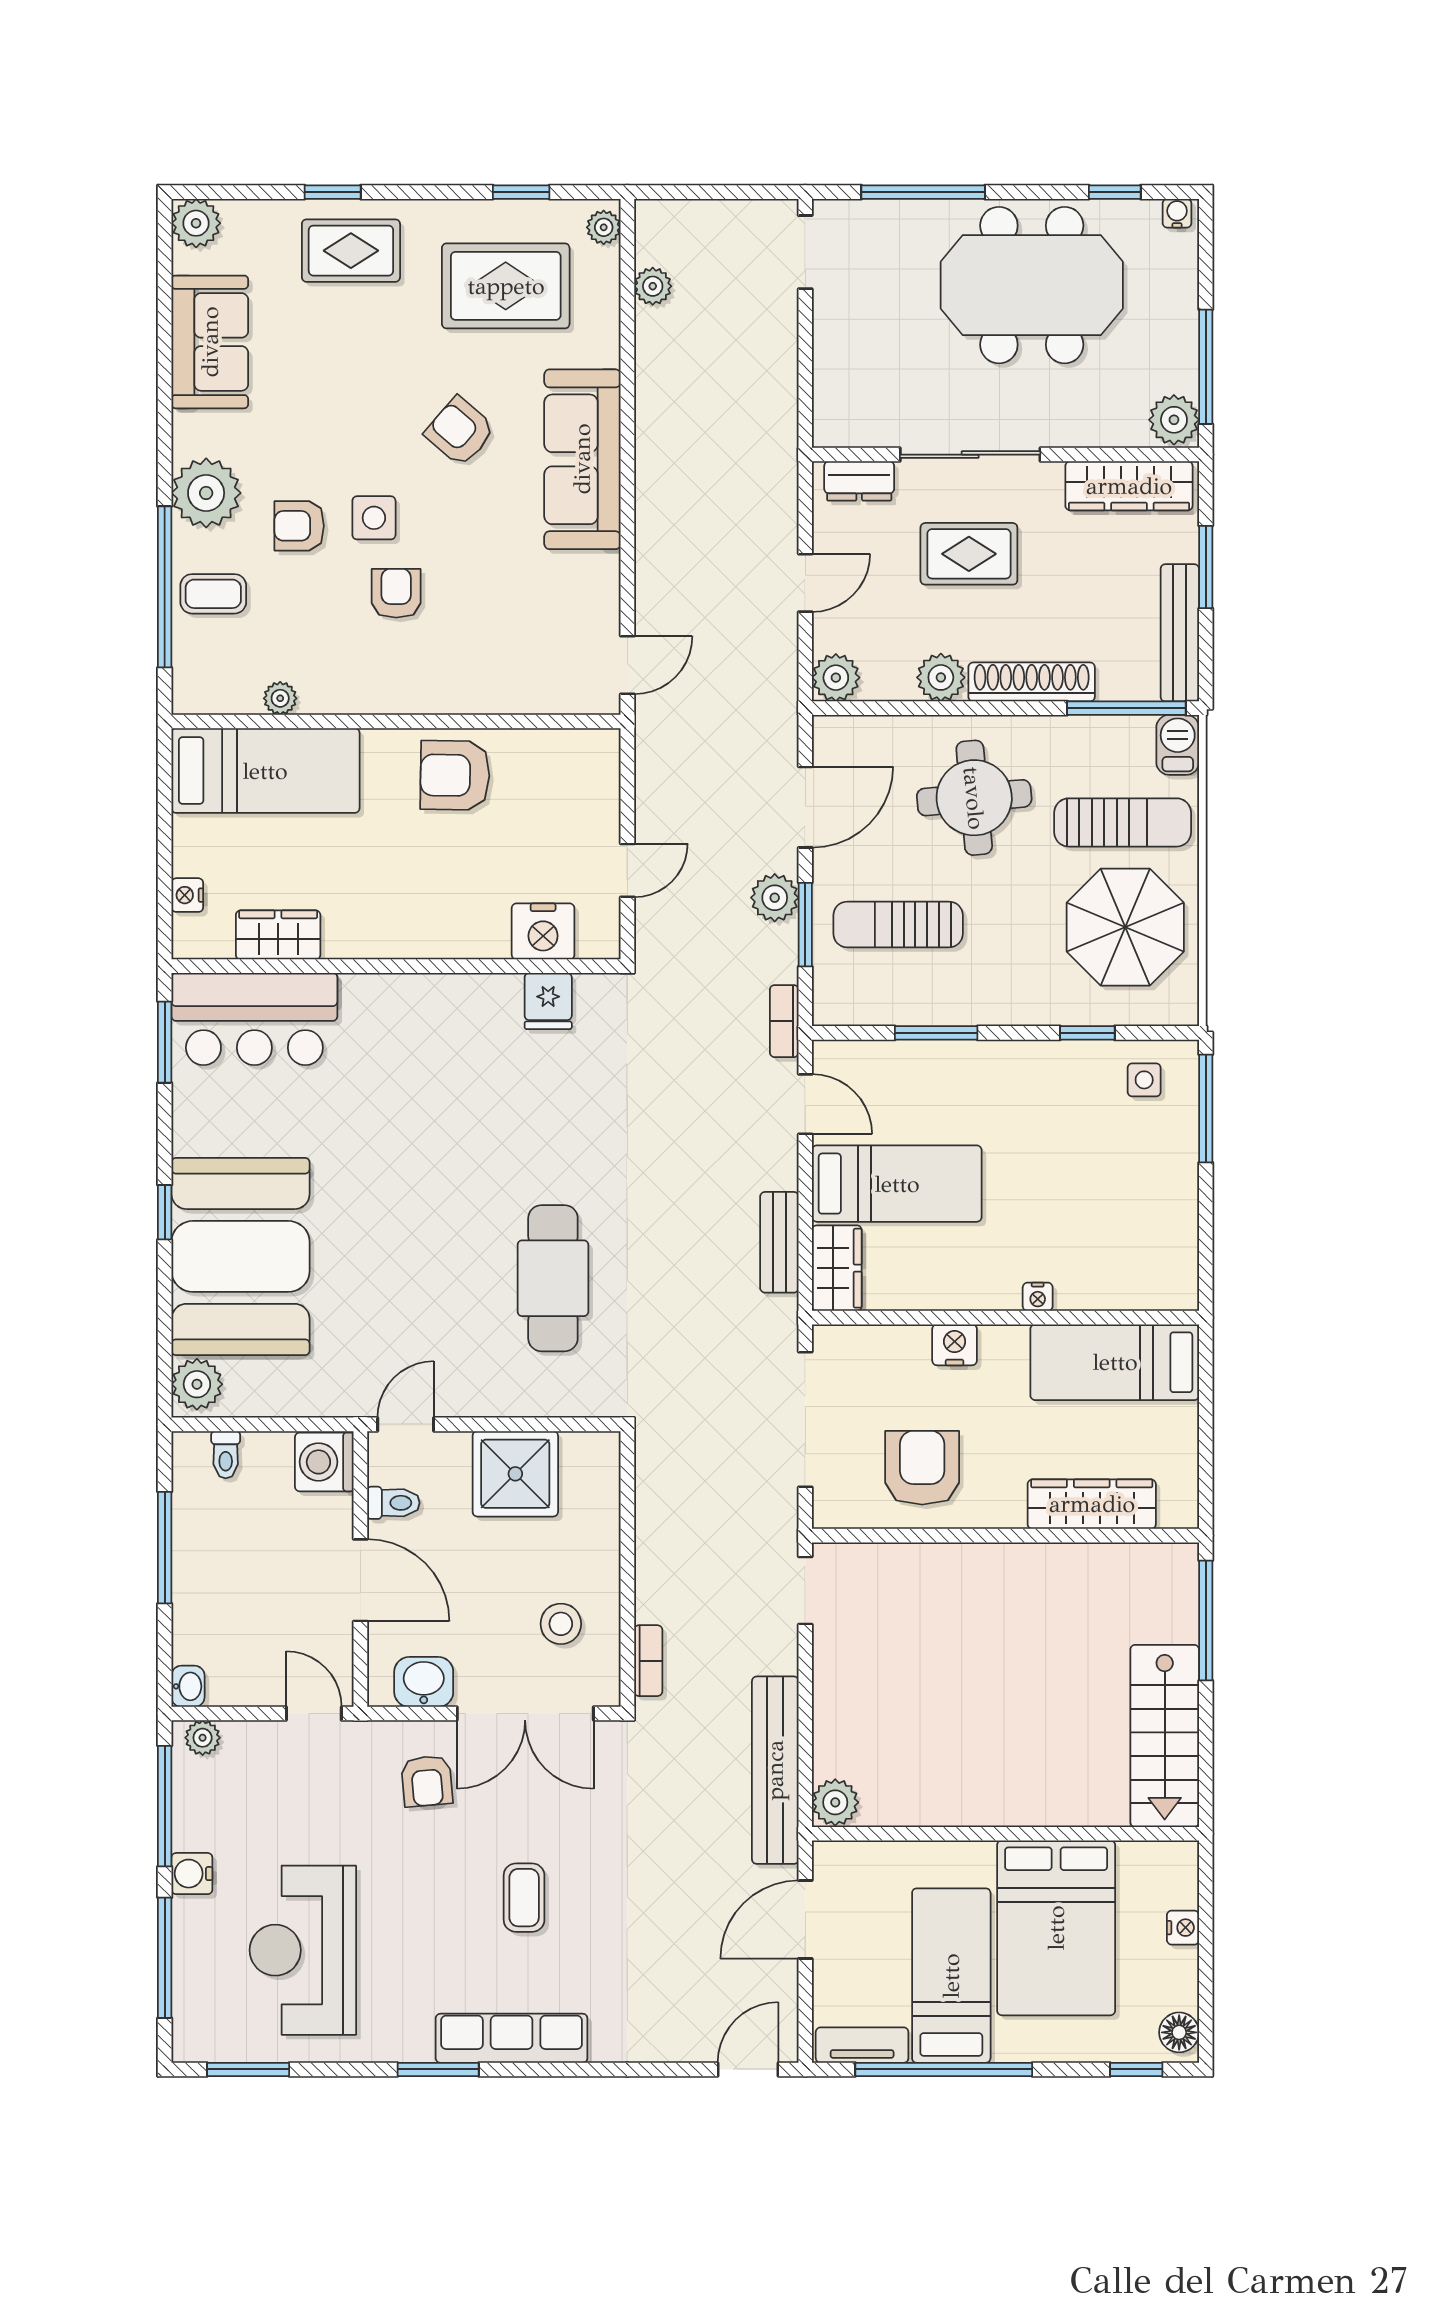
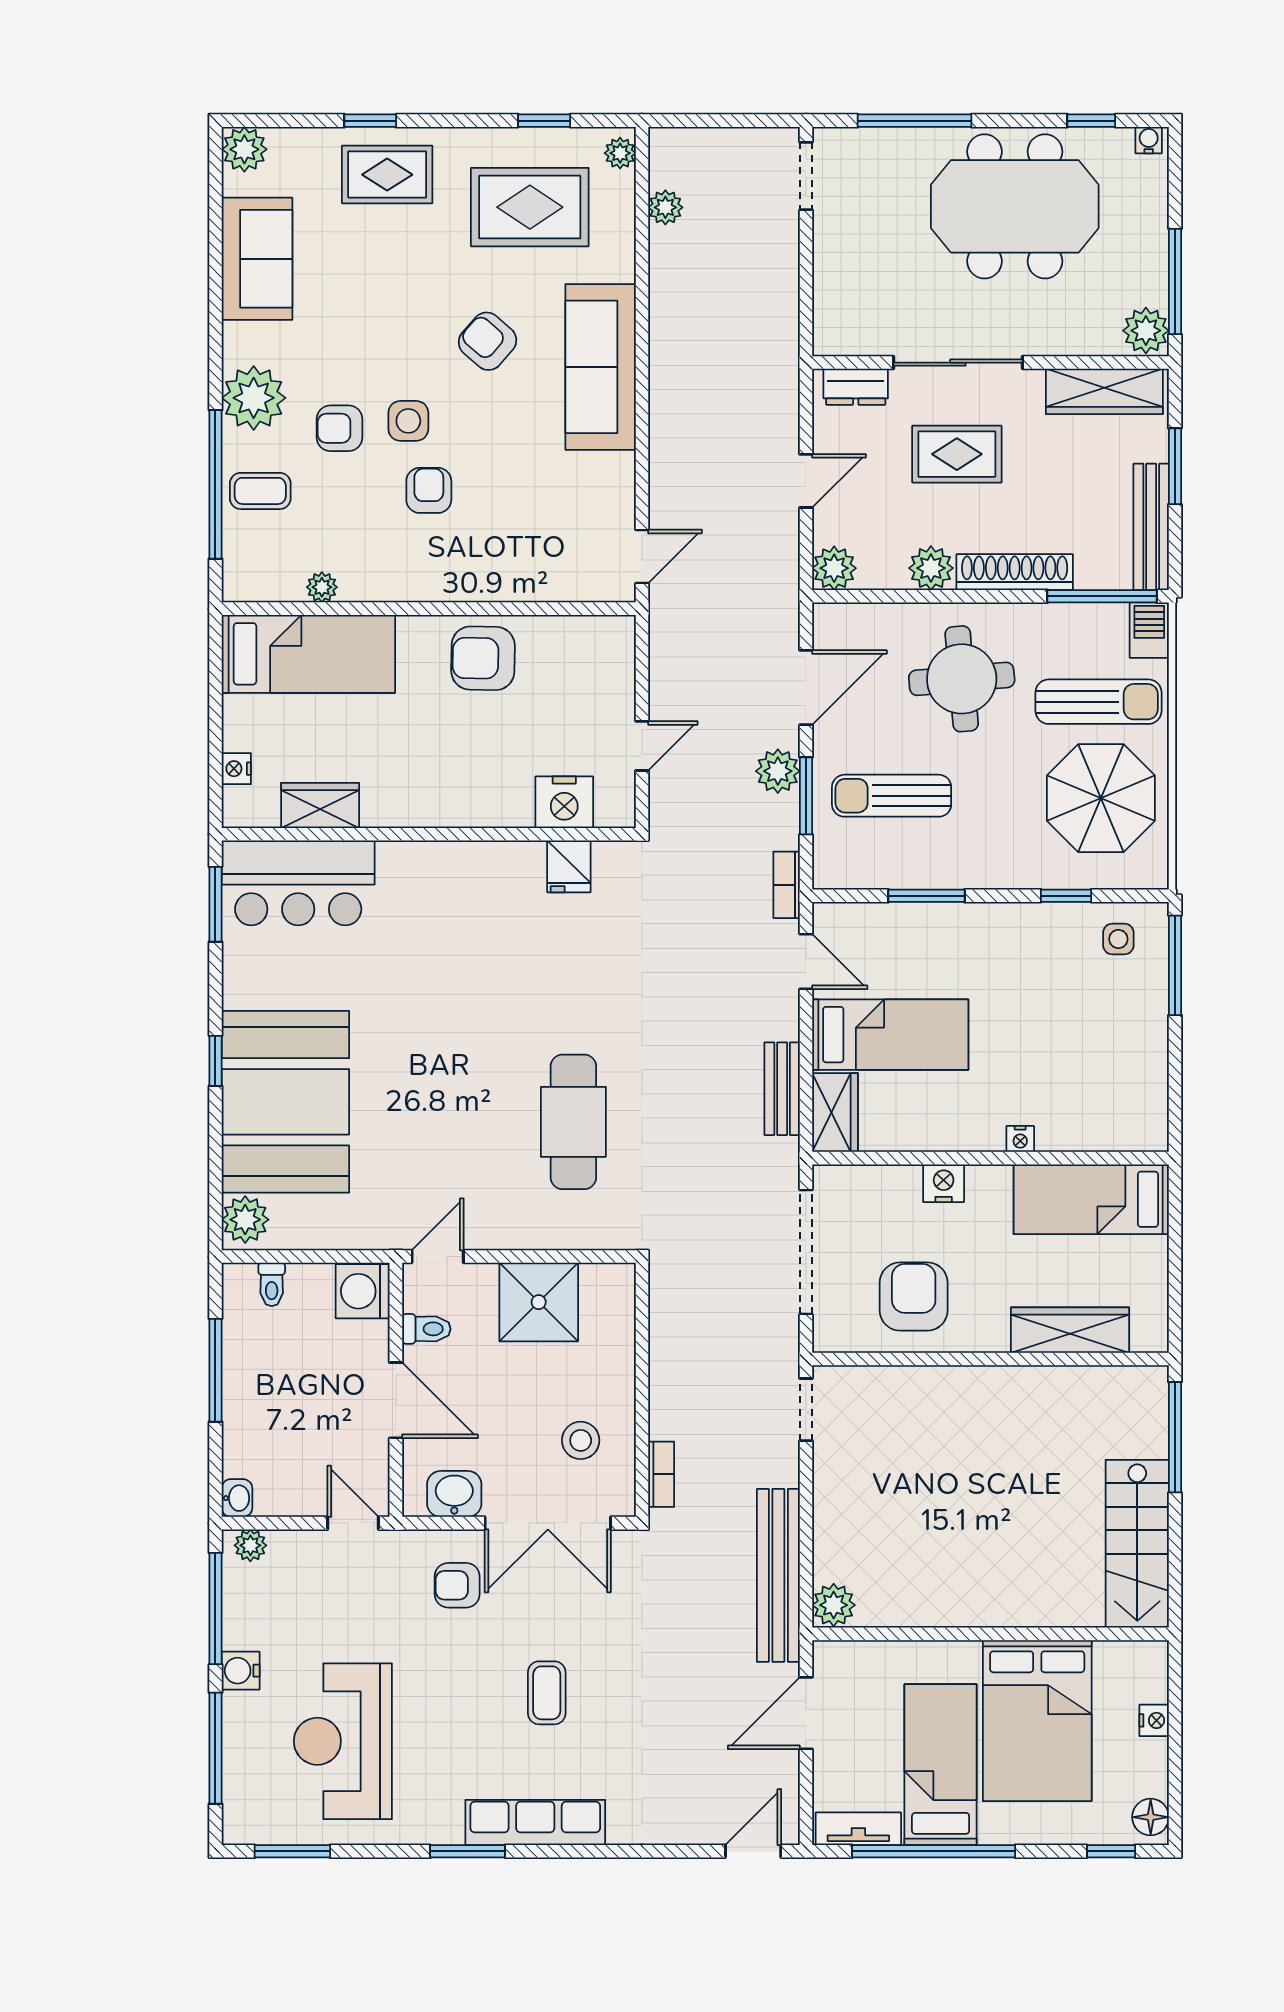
armchair: (427, 1781) -> (457, 1585), turned 95

